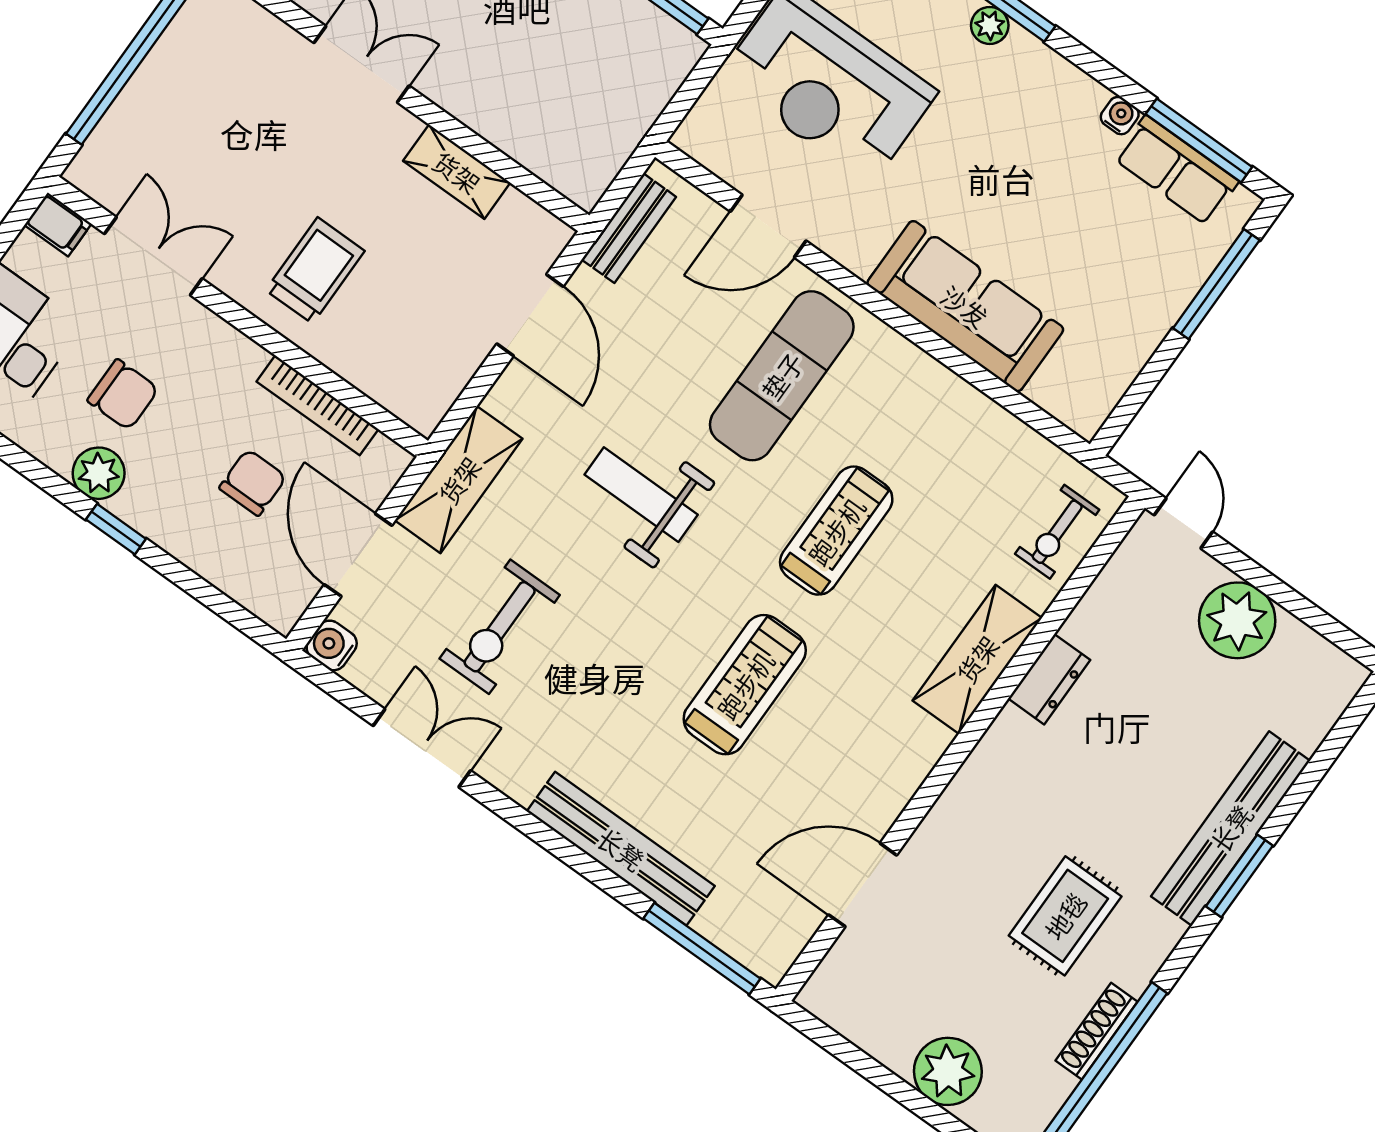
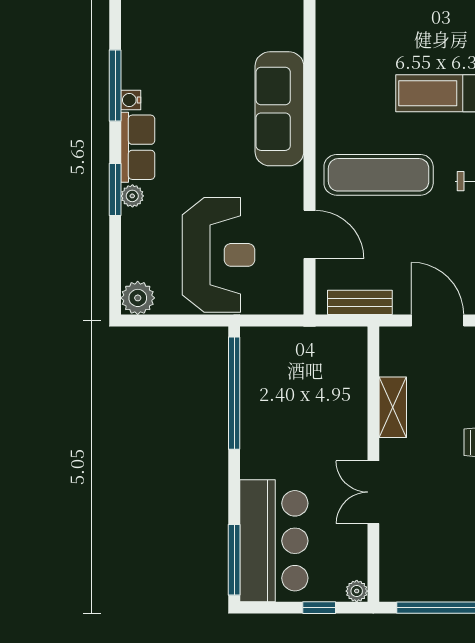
window: (1199, 141) -> (115, 85), moved
row of seats: (1176, 170) -> (138, 147), moved
door: (530, 315) -> (438, 321), hinge flipped

